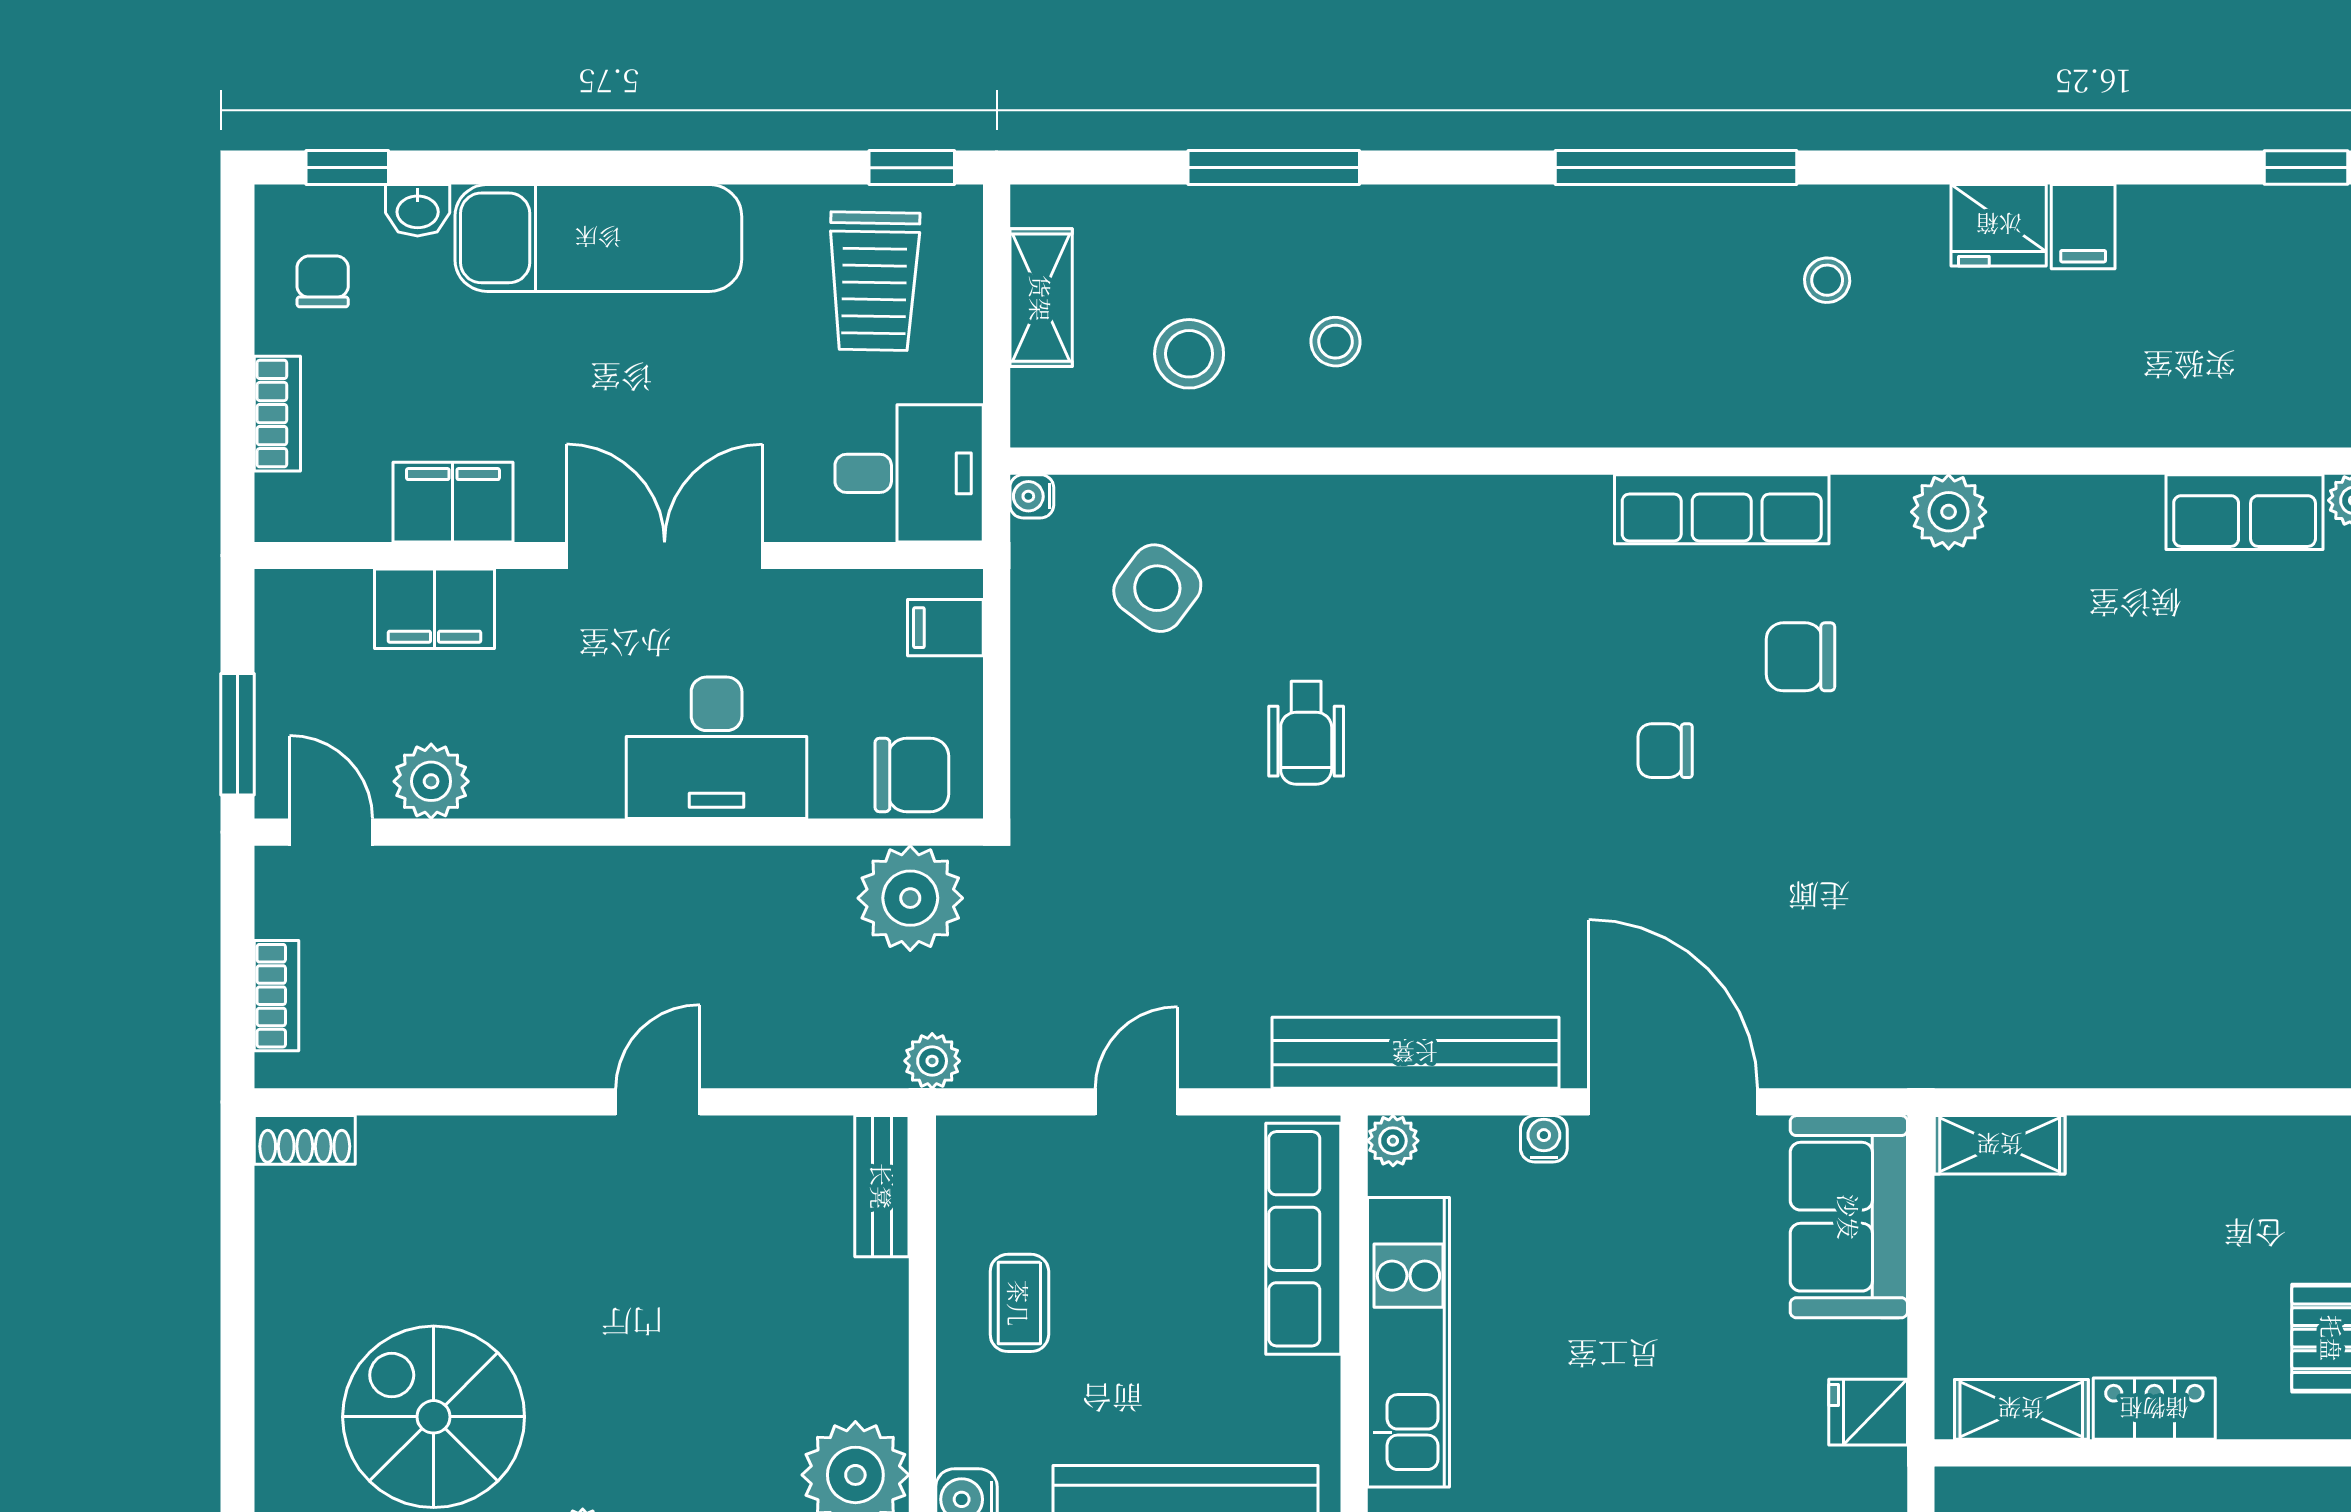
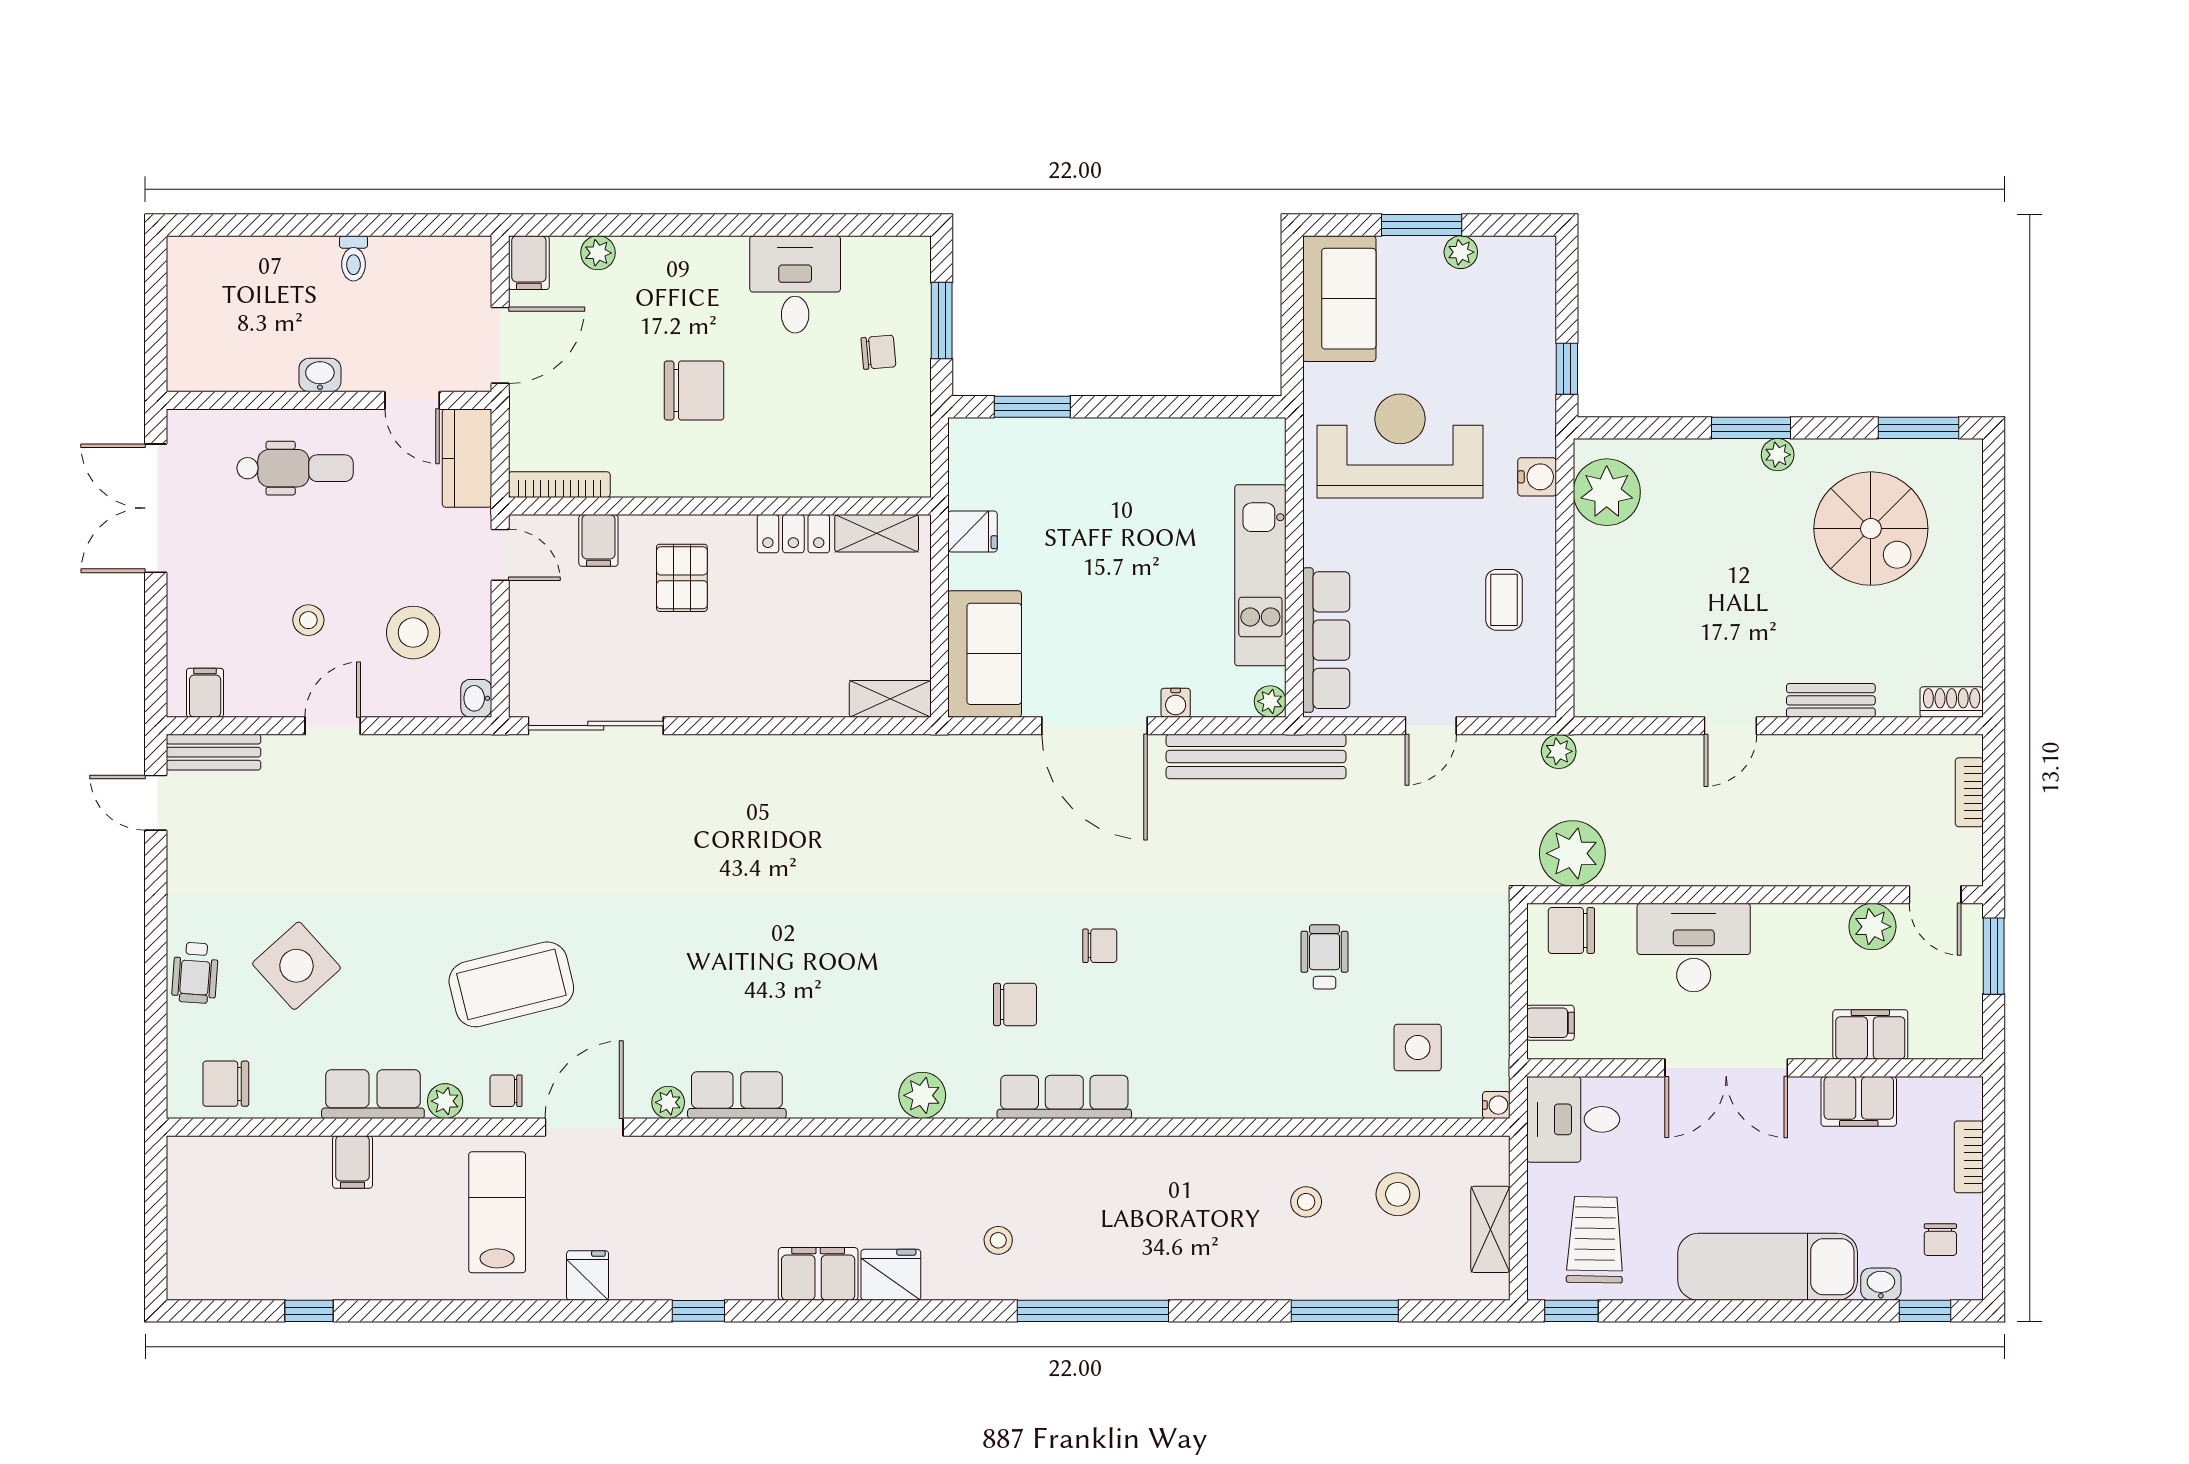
filing cabinet: (2083, 227) -> (818, 1274), width x2.00
side table: (1157, 588) -> (1418, 1047), turned -37
bench: (882, 1186) -> (1831, 700), moved, turned 90

